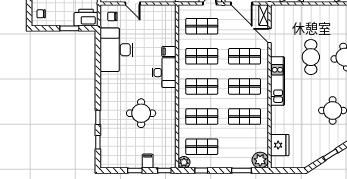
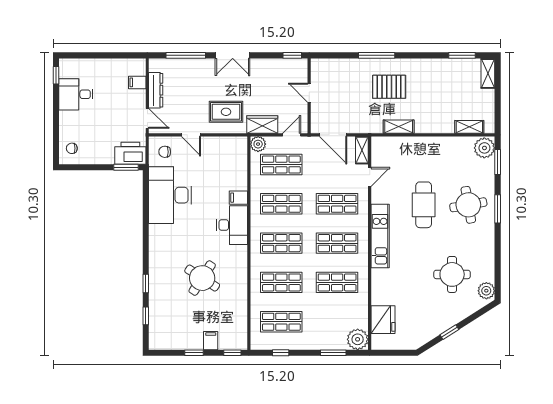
window: (69, 28) -> (126, 167), moved
door: (269, 36) -> (370, 177), swing flipped
round table: (141, 113) -> (202, 278), turned 33
plant: (184, 162) -> (258, 144), moved

